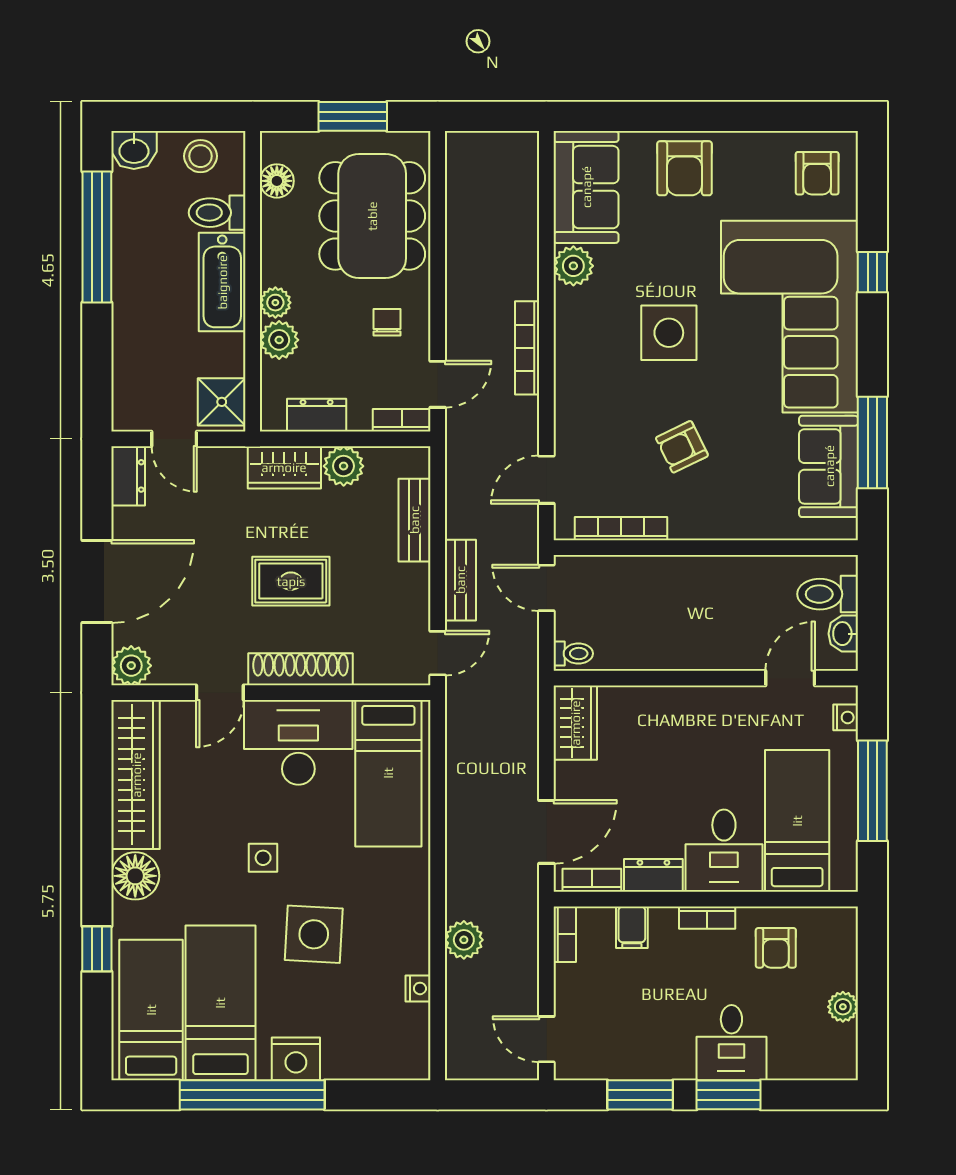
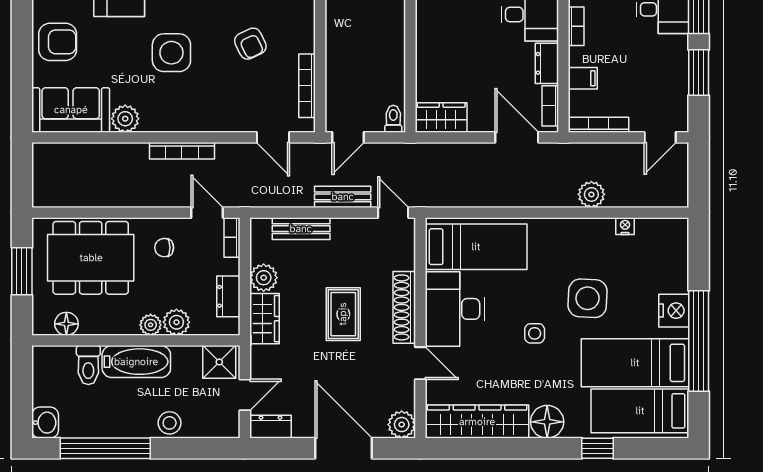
stool: (200, 156) -> (170, 423), moved
bookcase: (565, 934) -> (598, 125), width x1.56

